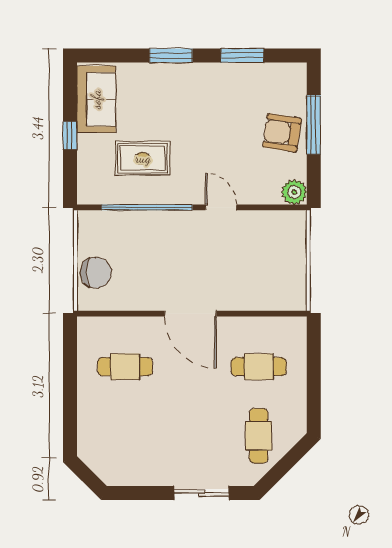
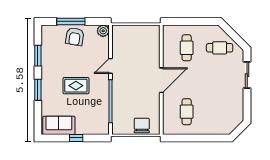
rug: (143, 158) -> (76, 86), moved, turned 90

